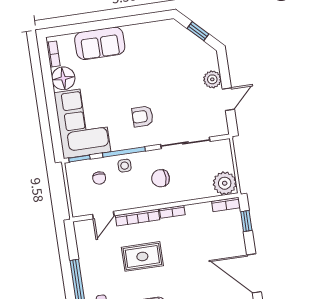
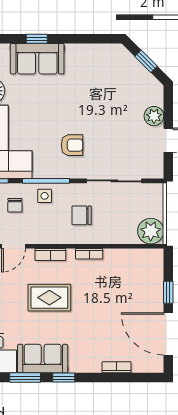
window: (97, 25) -> (37, 39), added
armchair: (143, 116) -> (72, 145), turned 180
bookcase: (226, 204) -> (149, 254), removed
bookcase: (137, 218) -> (50, 255), width x0.64
window: (246, 221) -> (168, 292), moved

